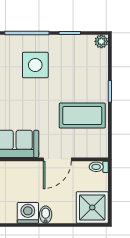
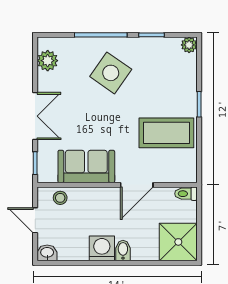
side table: (35, 65) -> (111, 73), turned 35

